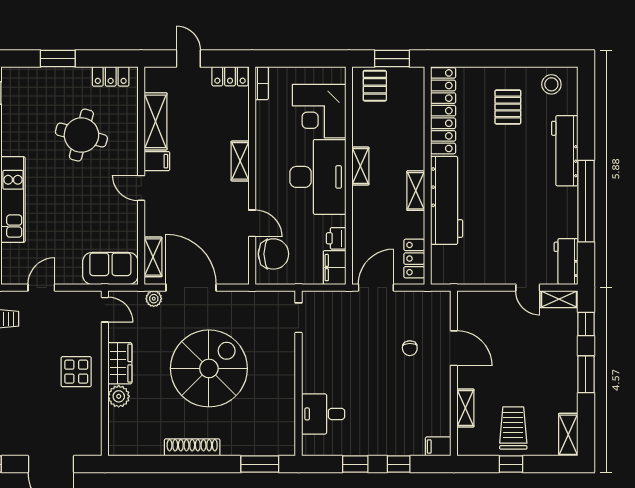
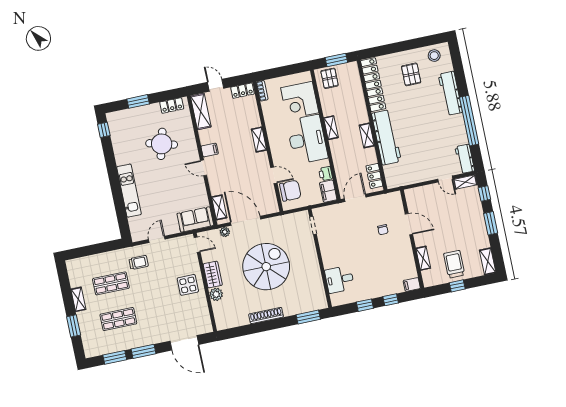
shelving: (156, 121) -> (201, 112), moved

